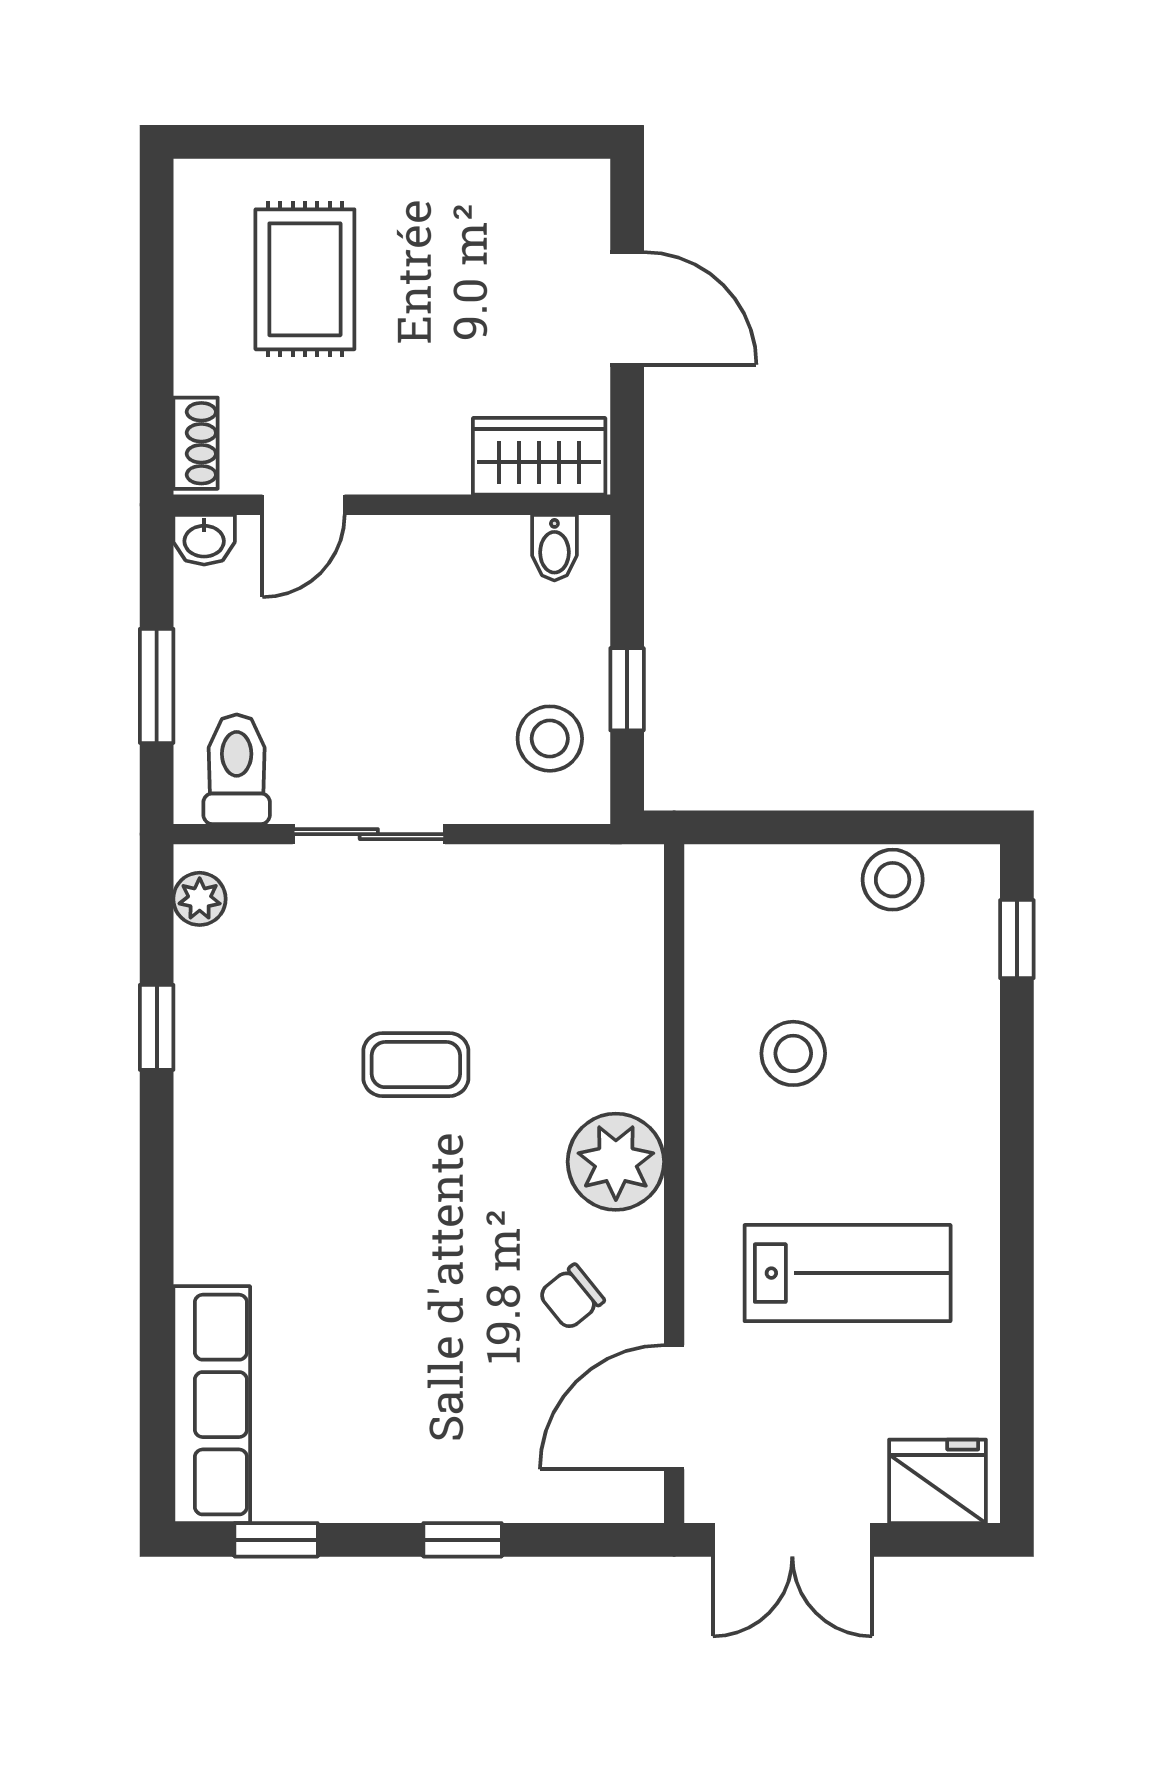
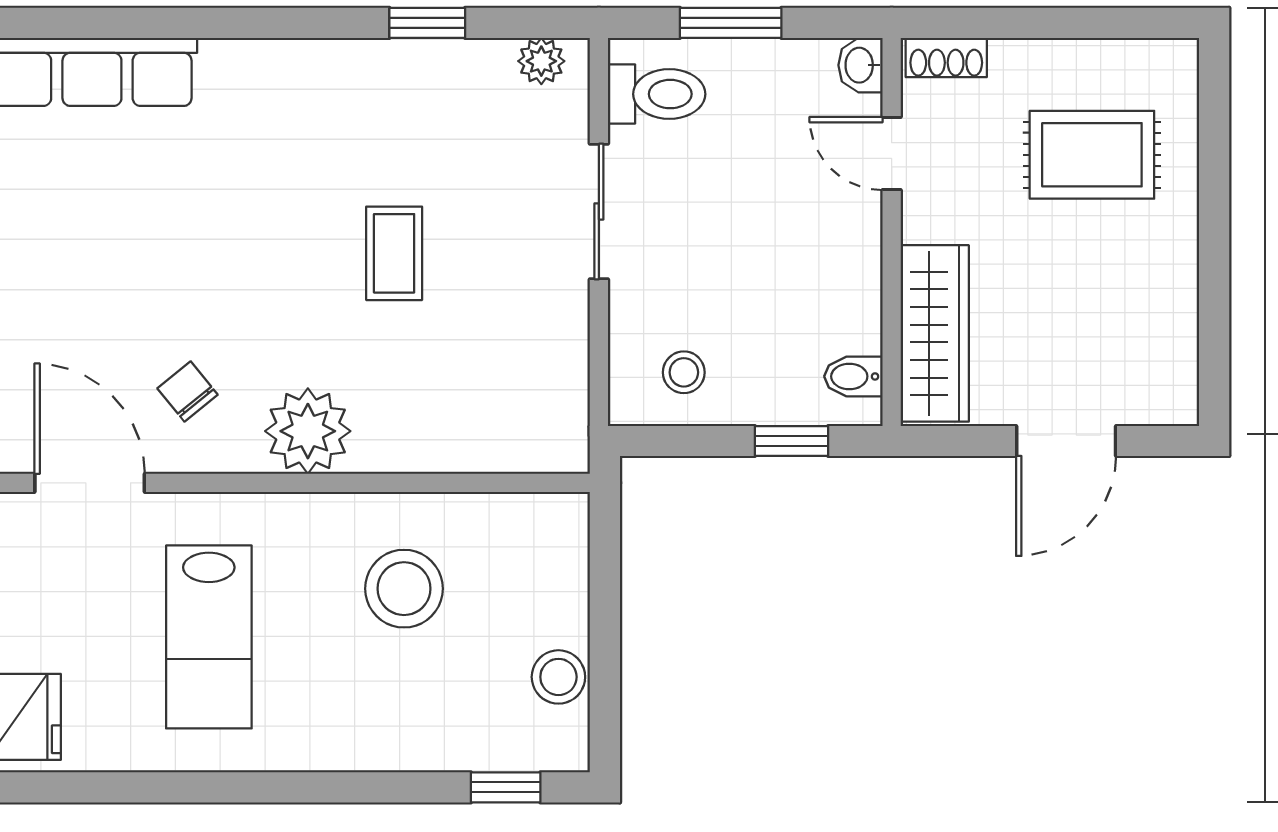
wardrobe: (539, 456) -> (935, 333), width x1.50
window: (627, 689) -> (792, 441), moved
stool: (550, 739) -> (684, 372), width x0.73, depth x0.73
stool: (793, 1053) -> (404, 589), width x1.38, depth x1.38

